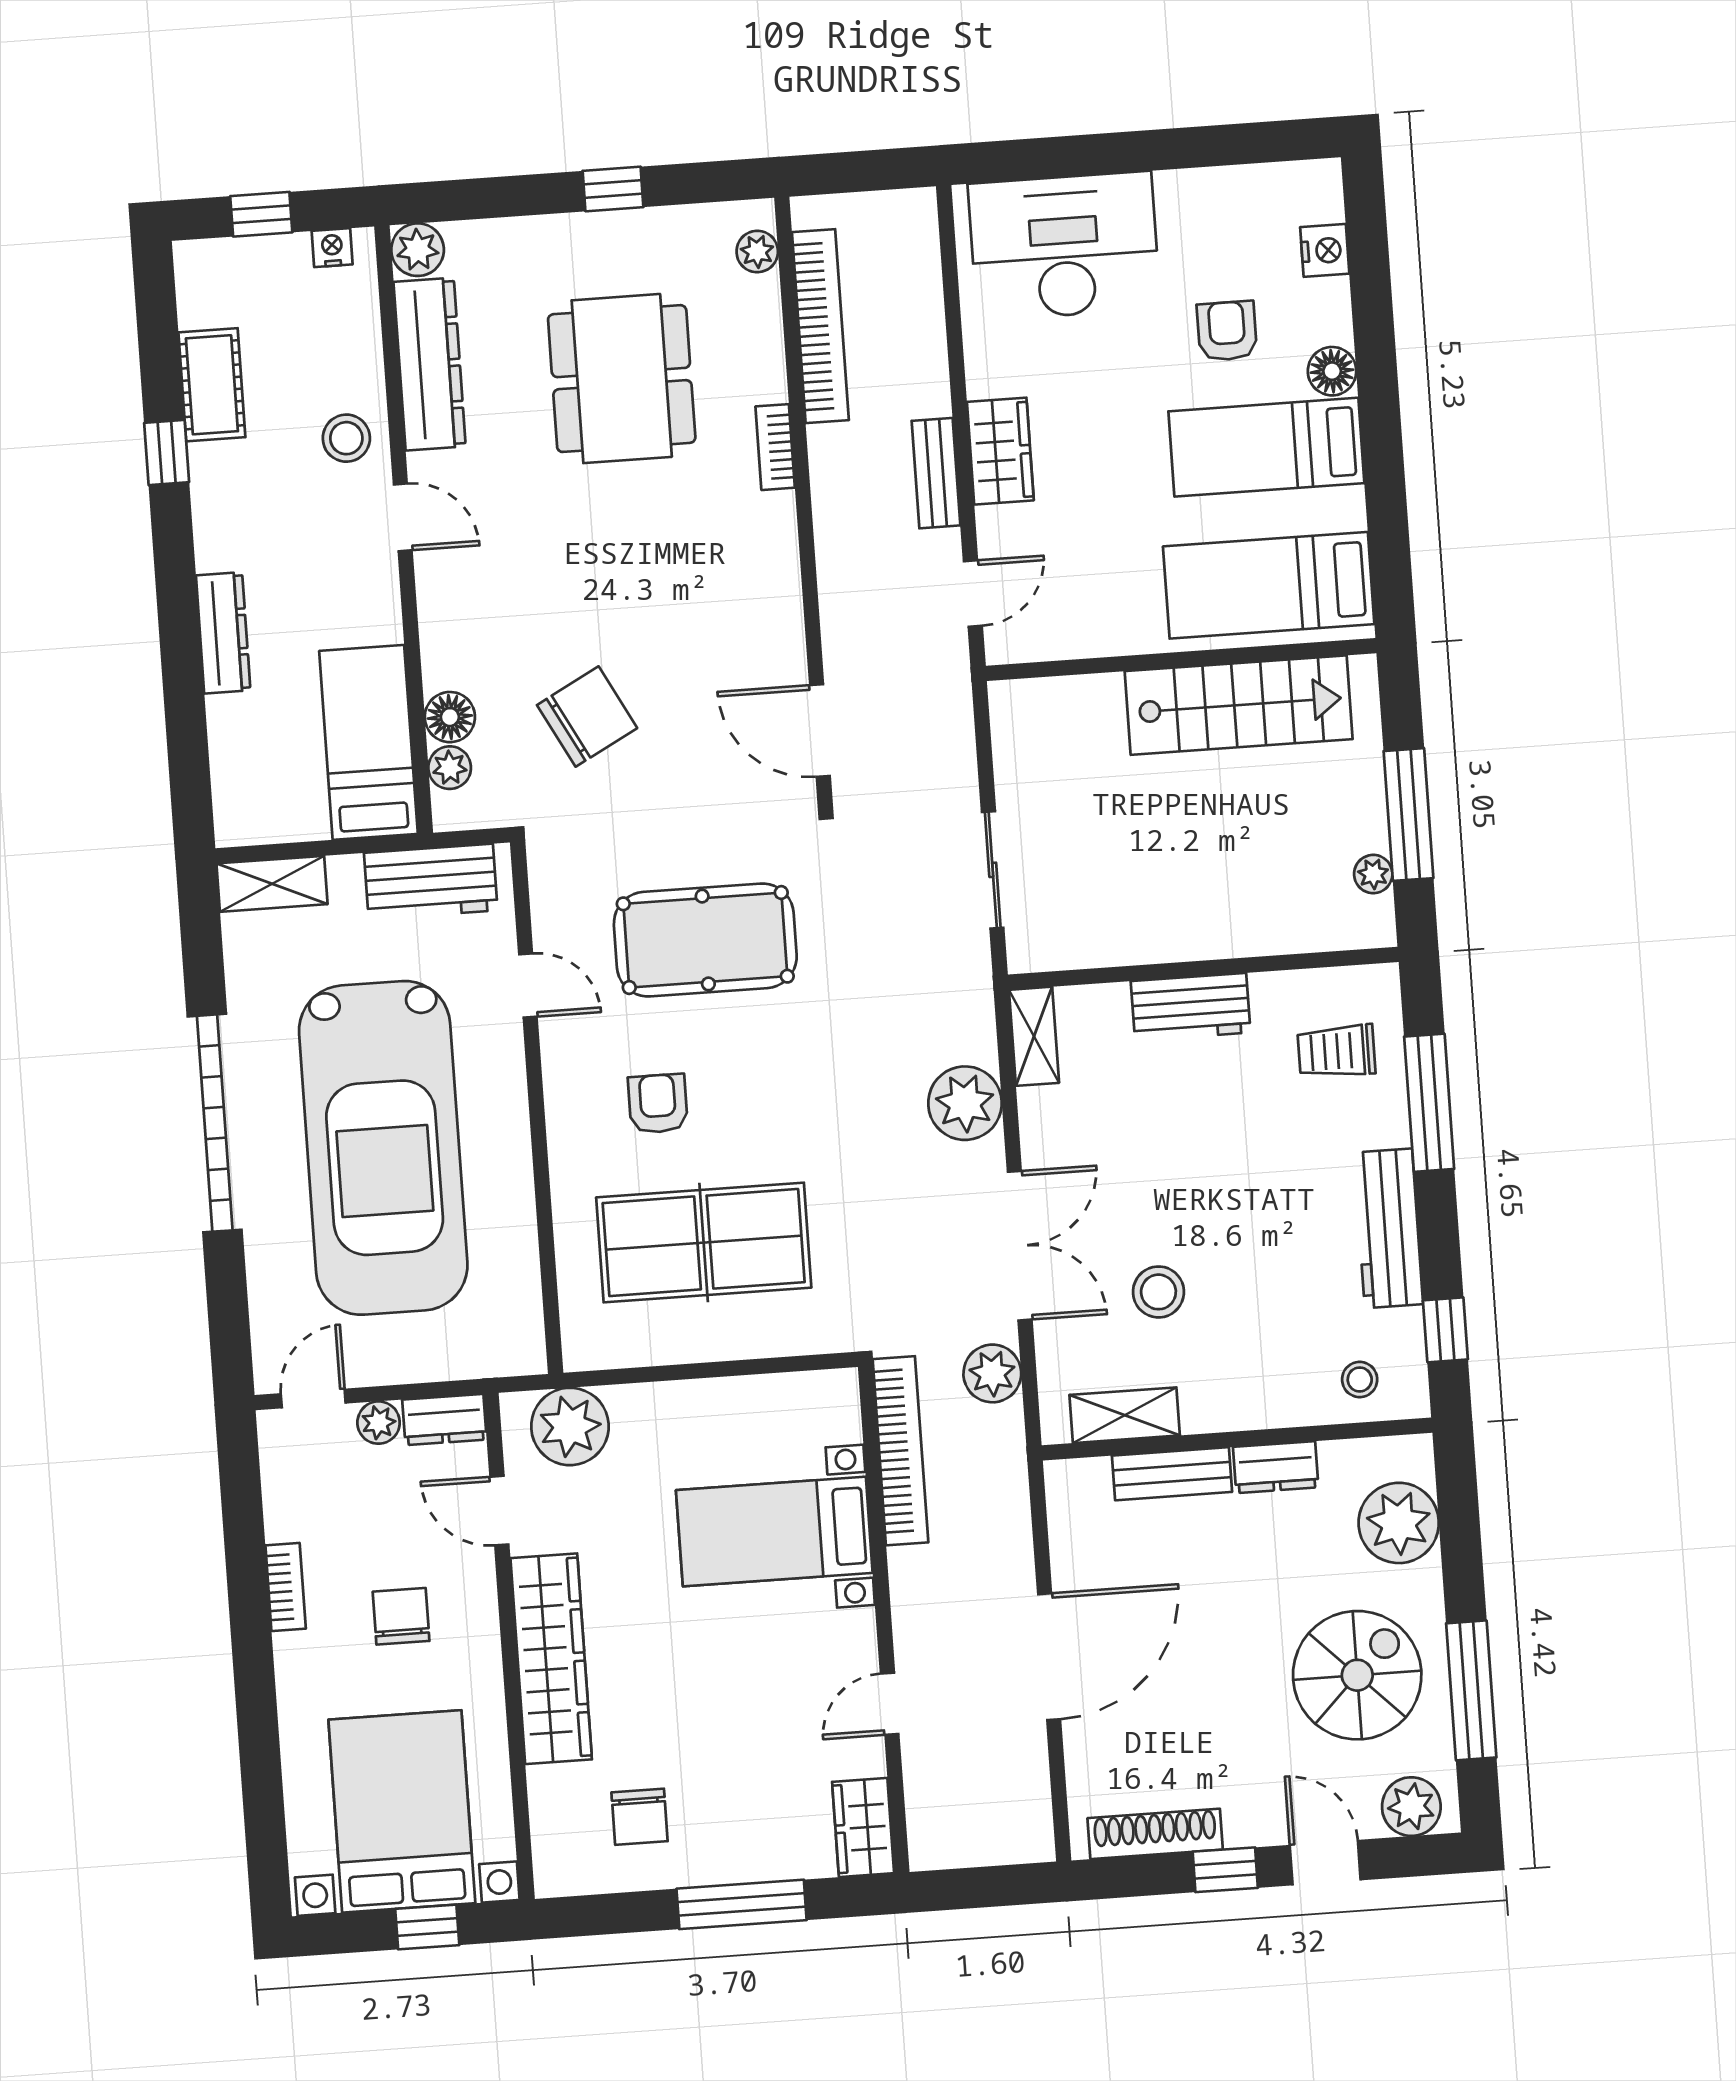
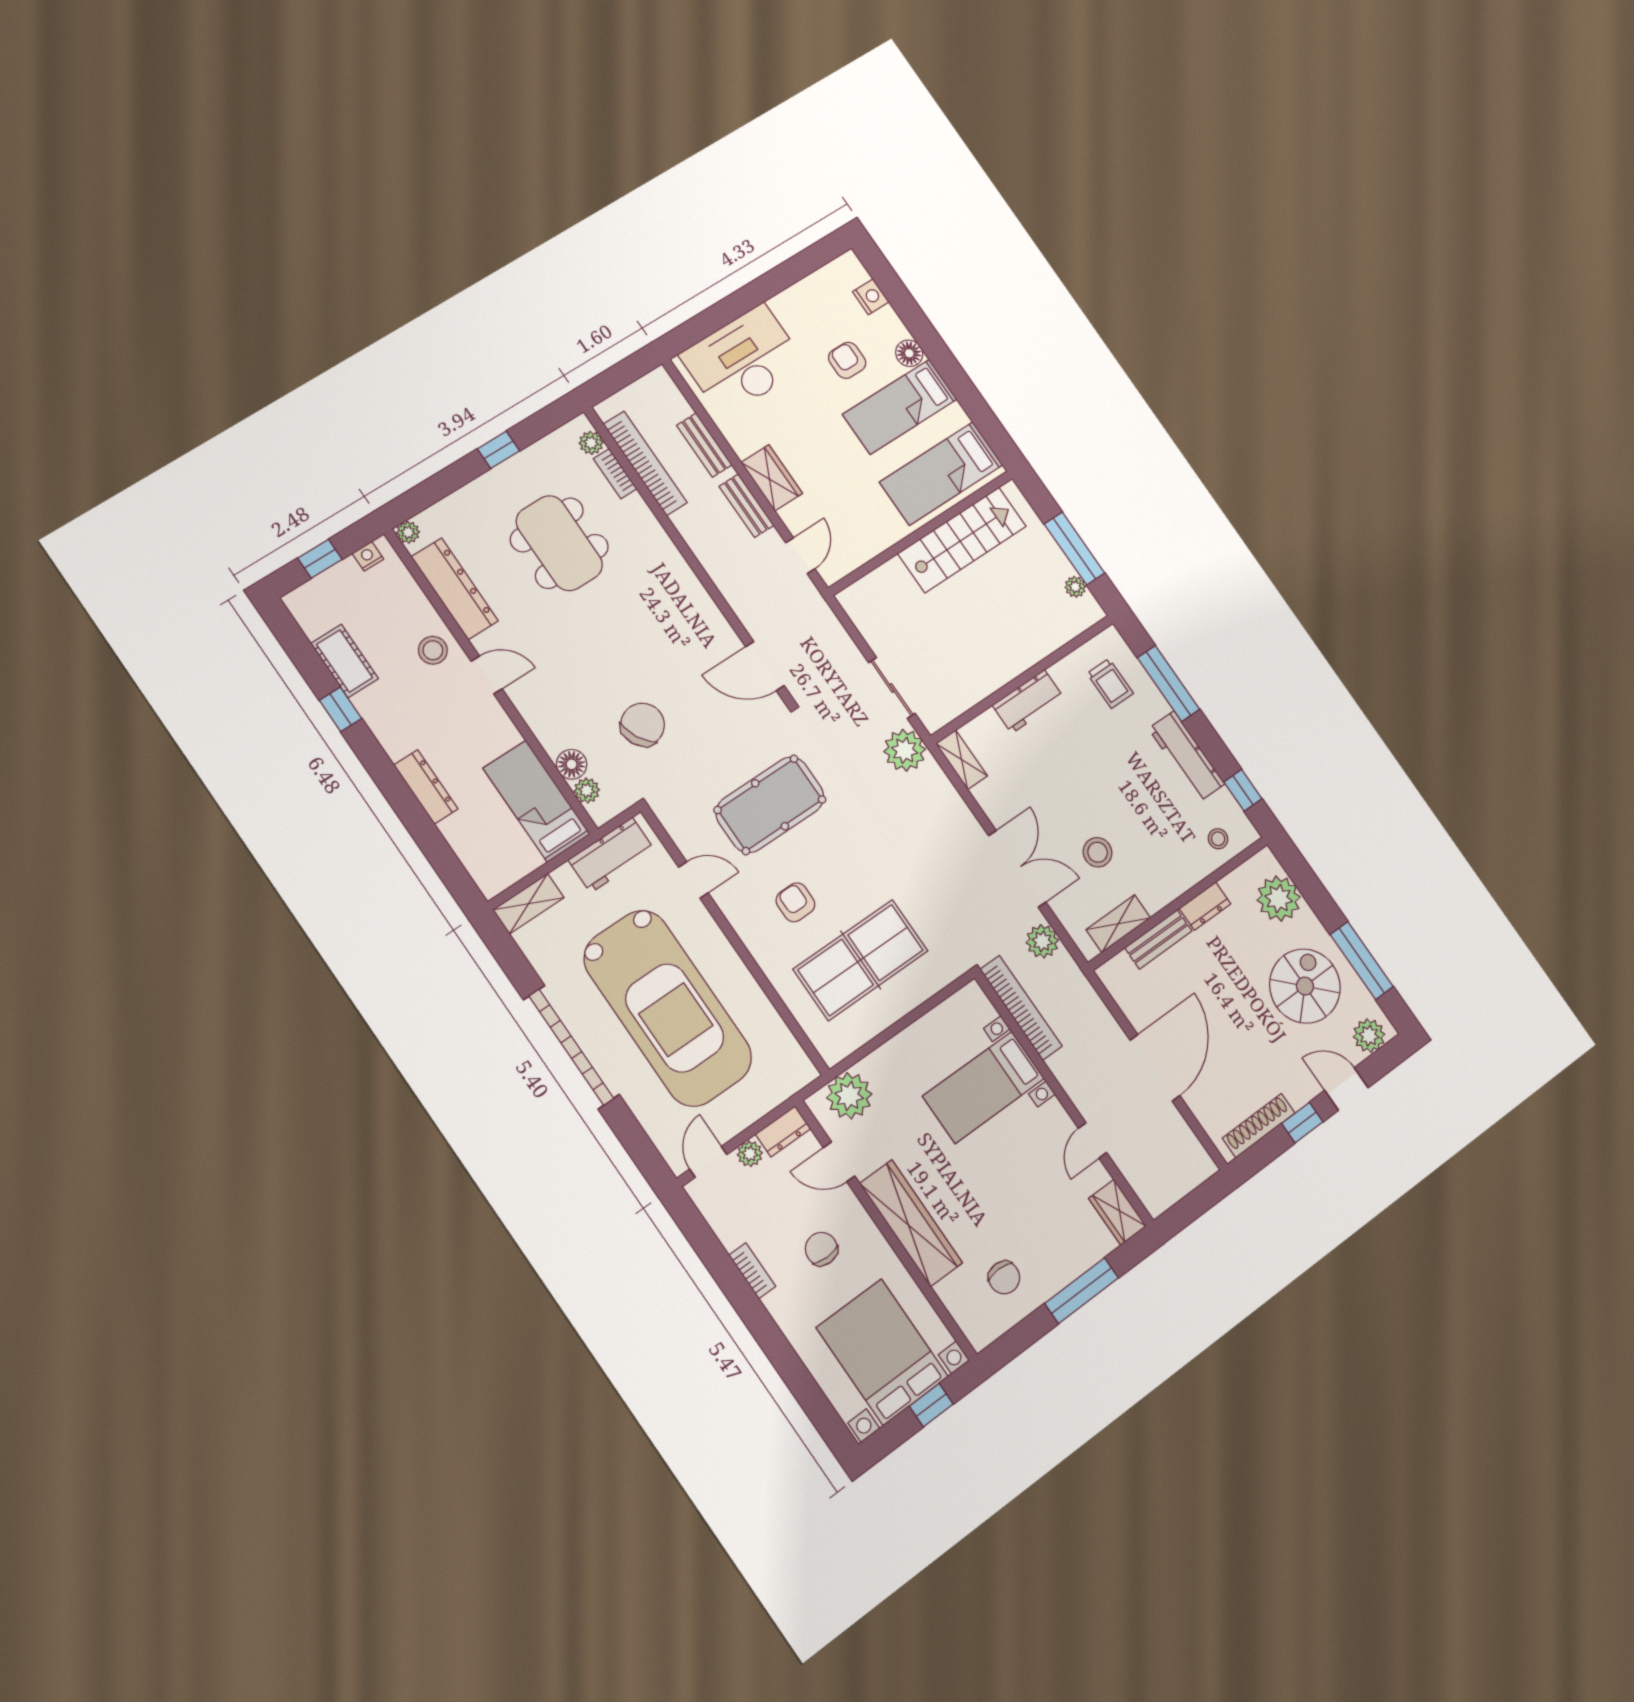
plant: (418, 250) -> (408, 532), width x0.73, depth x0.73
bench: (927, 346) -> (704, 445), added
bookcase: (775, 447) -> (615, 474), moved
trolley: (1337, 1051) -> (1110, 683), turned -90
plant: (965, 1103) -> (905, 750), moved

